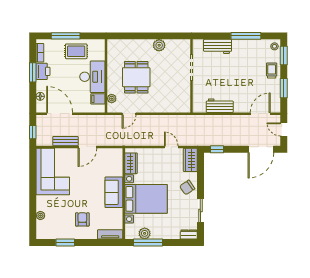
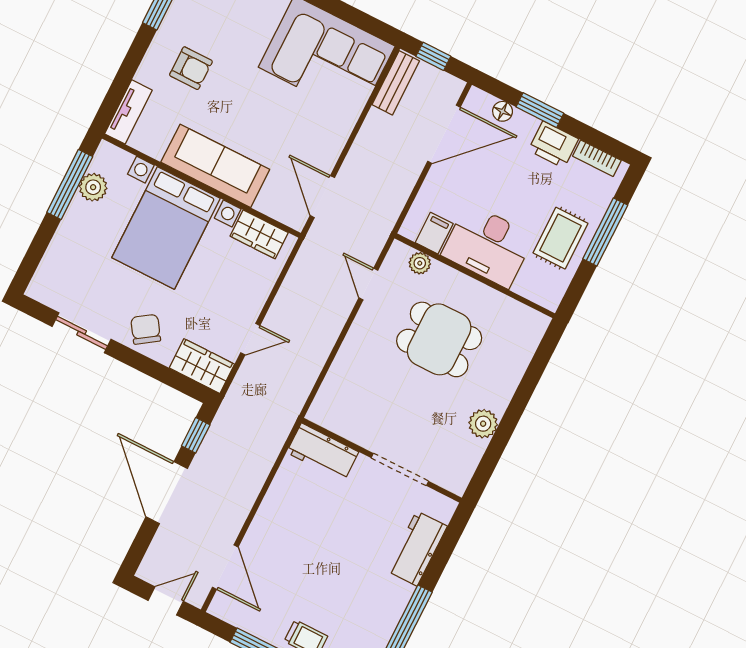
window: (33, 72) -> (540, 110), moved
workbench: (220, 106) -> (323, 452), moved, turned 90
bench: (65, 141) -> (396, 83), moved
door: (87, 147) -> (322, 197), moved
door: (261, 149) -> (167, 493), moved
sofa: (114, 192) -> (215, 166), width x1.36
dresser: (189, 234) -> (43, 281), removed

